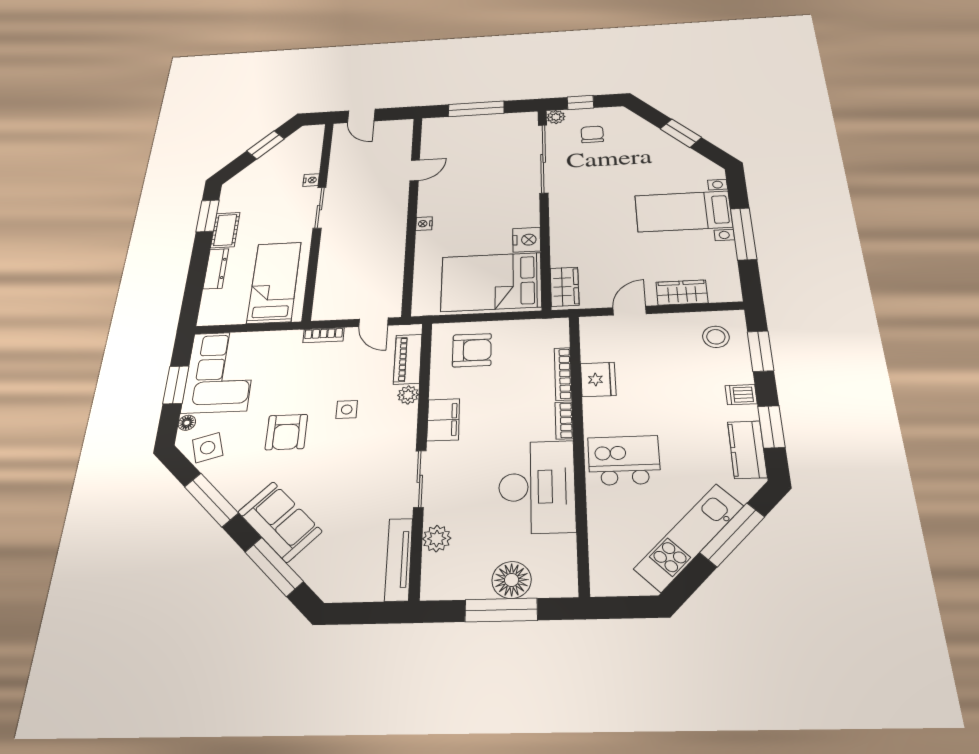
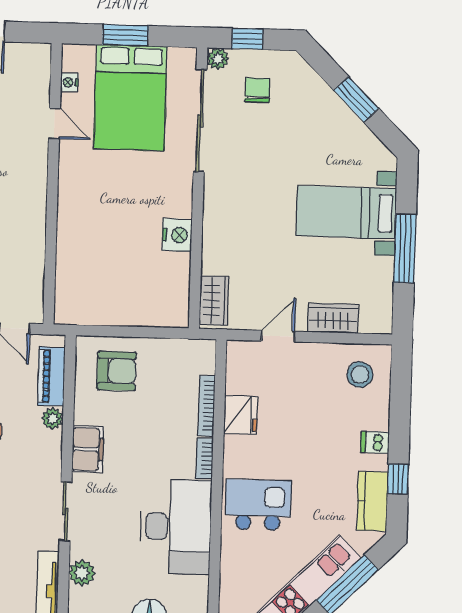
window: (476, 109) -> (125, 35), width x0.69
door: (415, 170) -> (54, 123), hinge flipped
nightstand: (424, 224) -> (69, 82), moved
bed: (491, 282) -> (130, 98), moved, turned -90
window: (760, 351) -> (400, 395), removed
window: (771, 427) -> (398, 479), width x0.67

